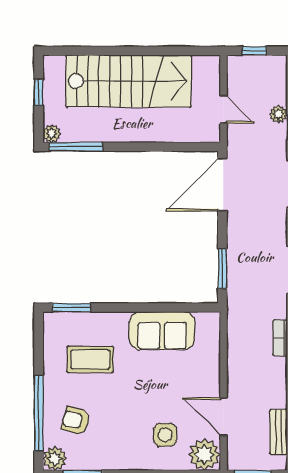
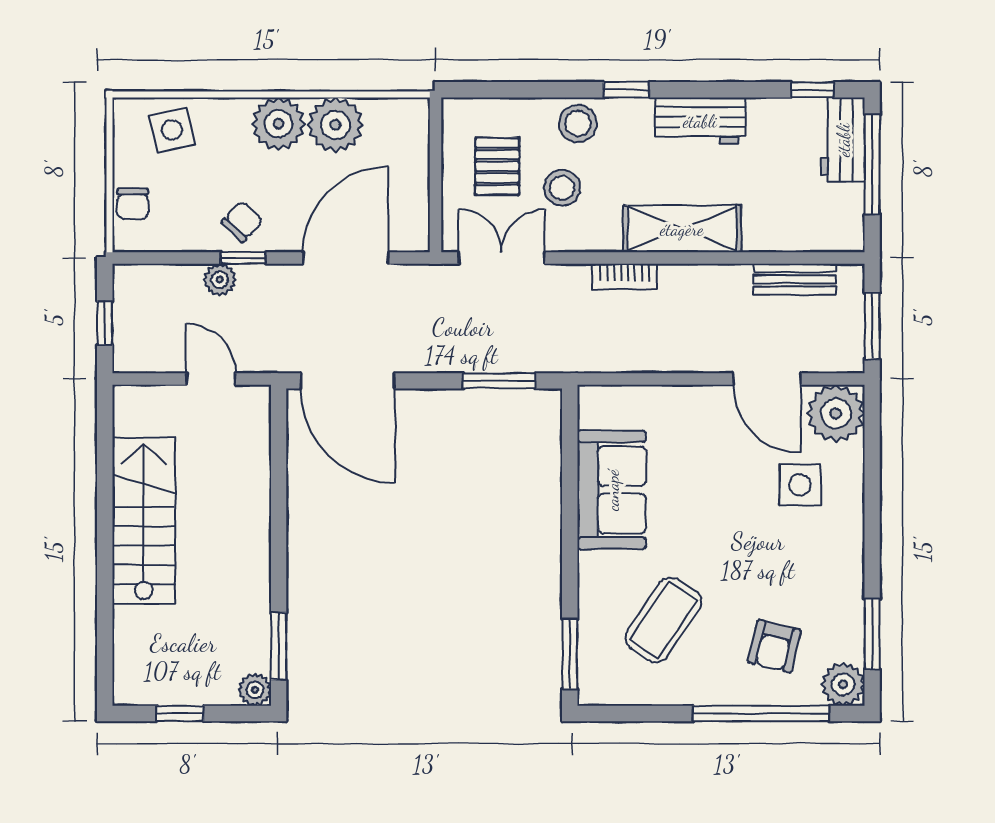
stairs: (128, 81) -> (144, 521), width x0.73, depth x0.66
door: (223, 109) -> (211, 379), hinge flipped
window: (76, 147) -> (279, 646), width x0.69
coffee table: (90, 359) -> (664, 620), turned 34
door: (223, 417) -> (767, 379), hinge flipped

